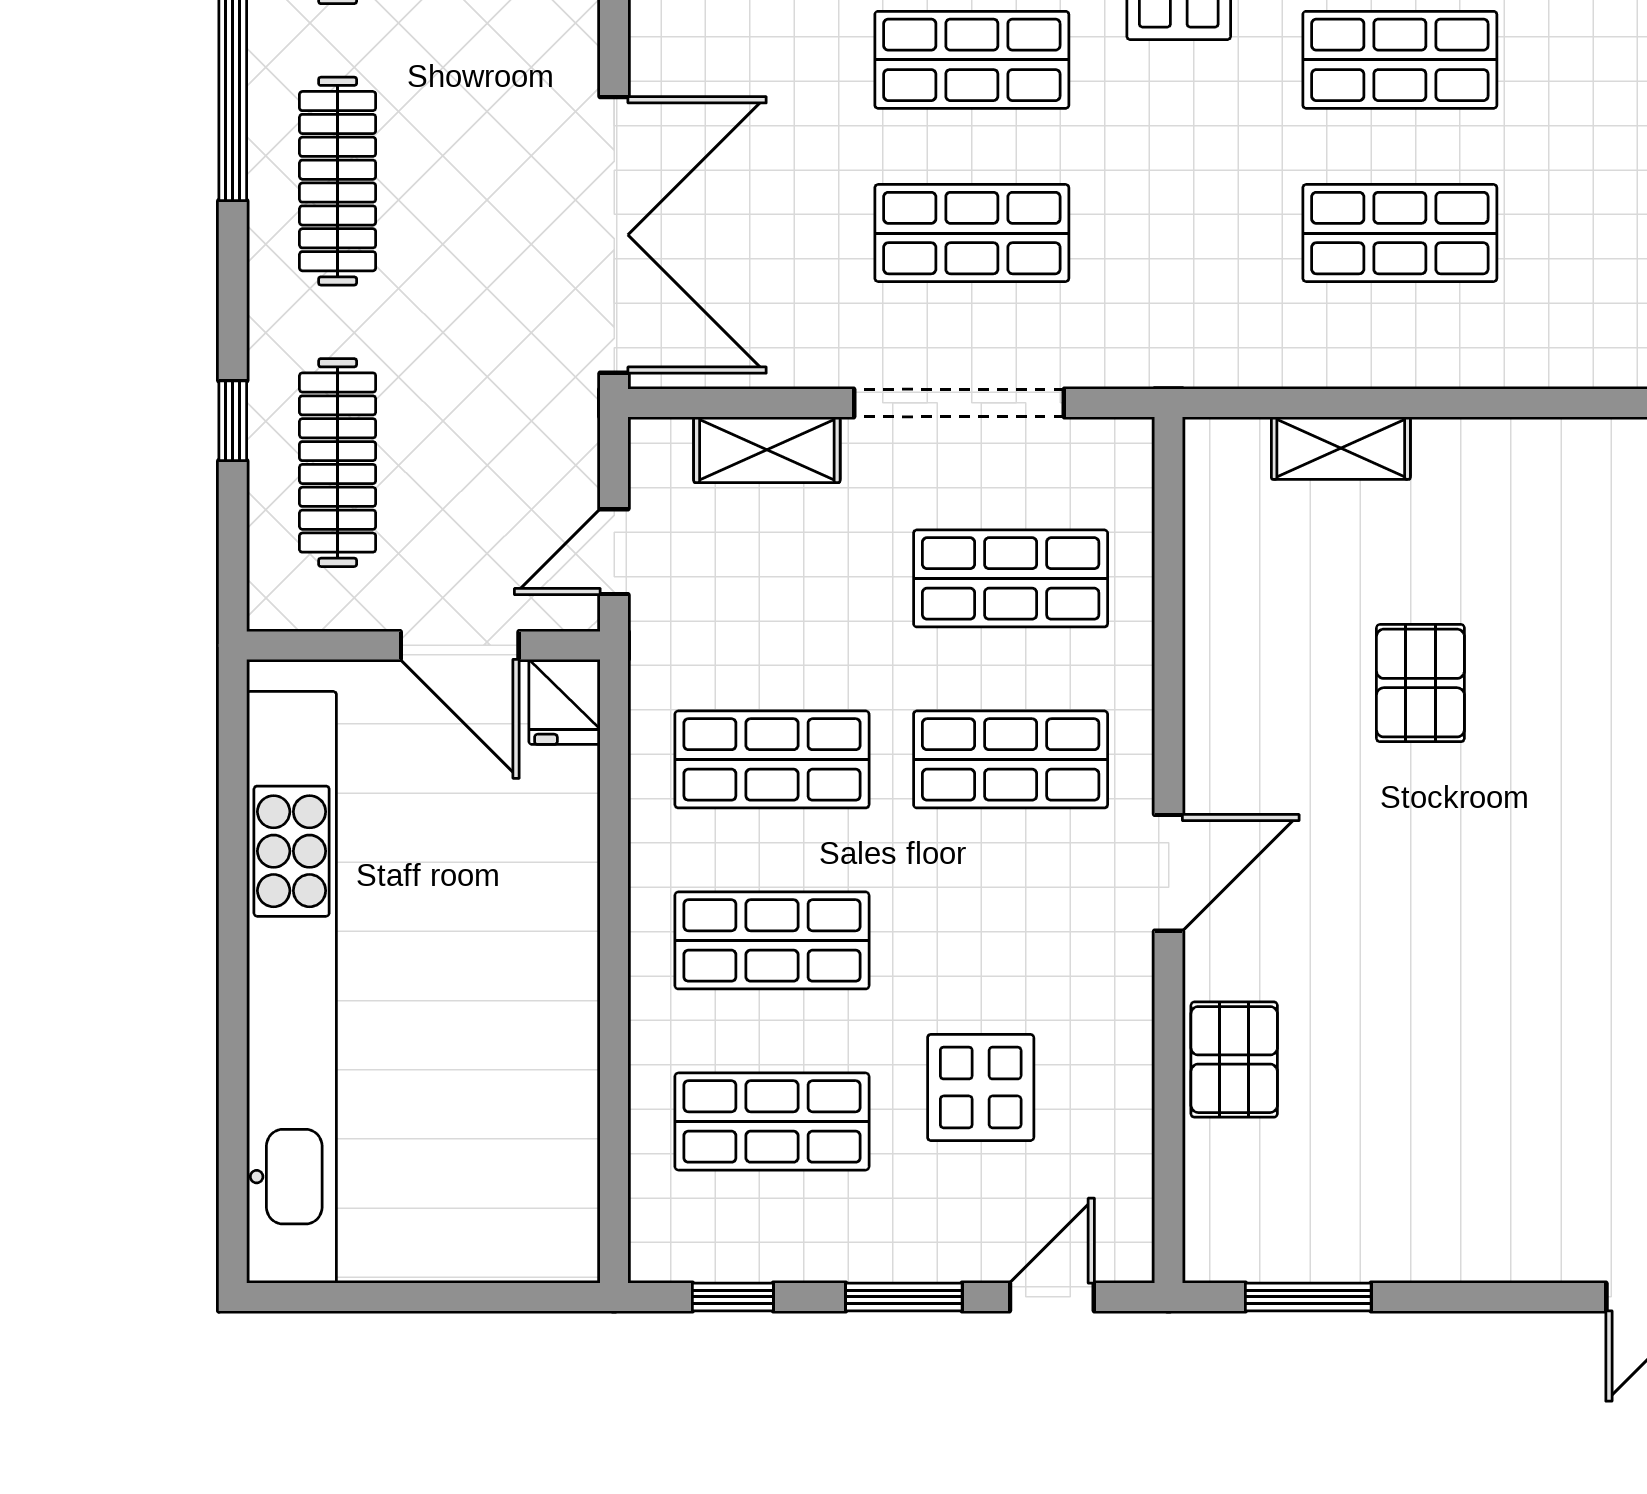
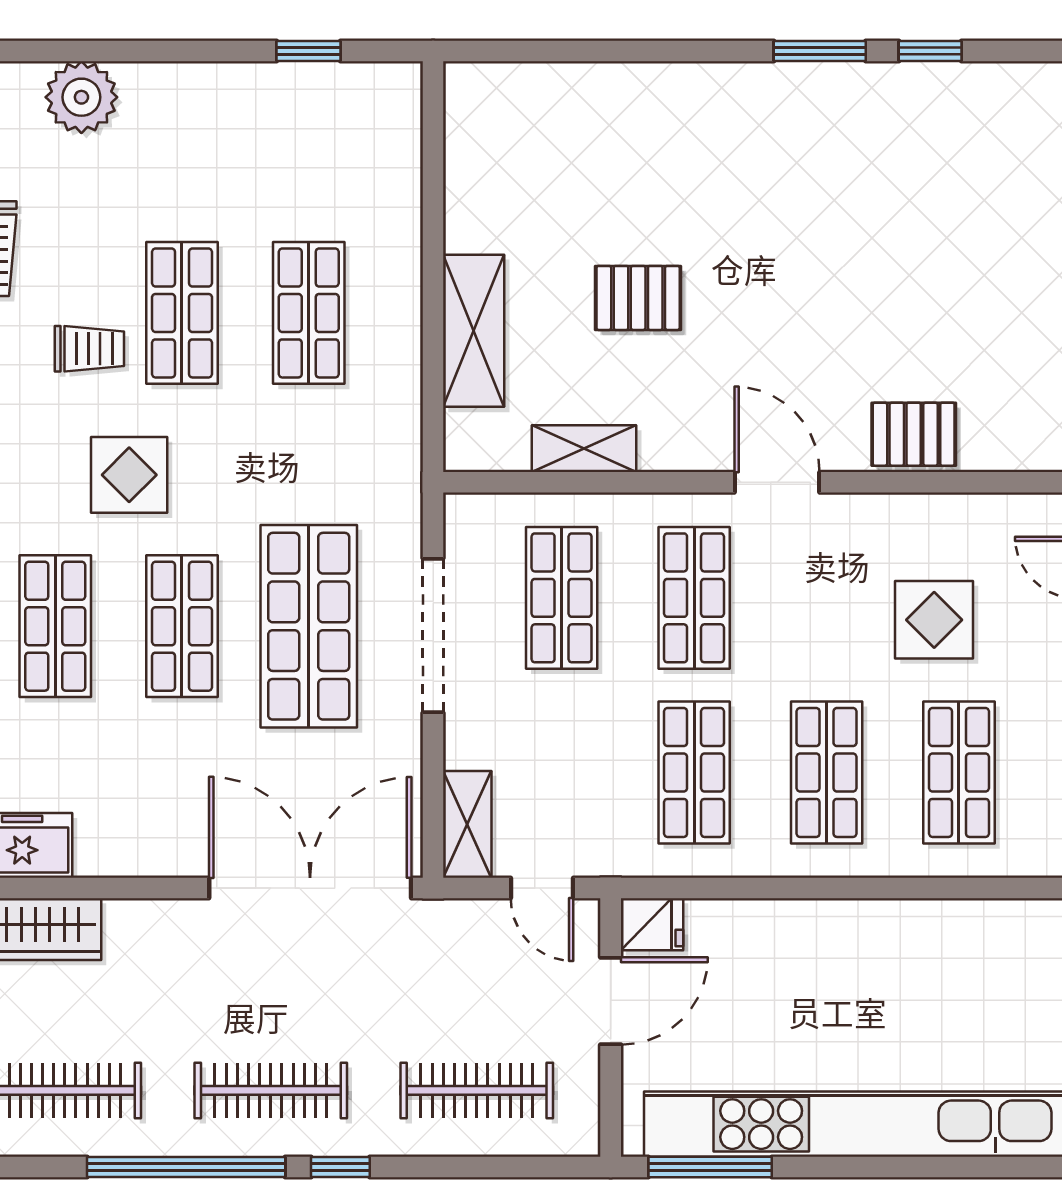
shop shelf: (972, 233) -> (309, 626), width x1.43, depth x1.36
window: (233, 421) -> (340, 1167), moved
shelving: (1341, 448) -> (474, 331), width x1.50, depth x1.33
shelving: (767, 450) -> (467, 824), moved
shelving: (1214, 609) -> (584, 449), added
window: (233, 781) -> (710, 1167), added

